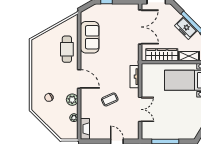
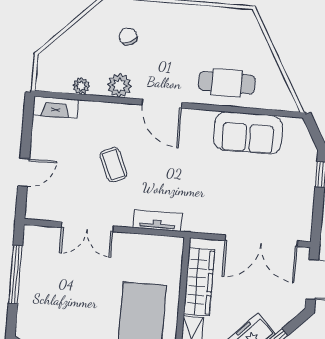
door: (79, 79) -> (162, 104), hinge flipped

